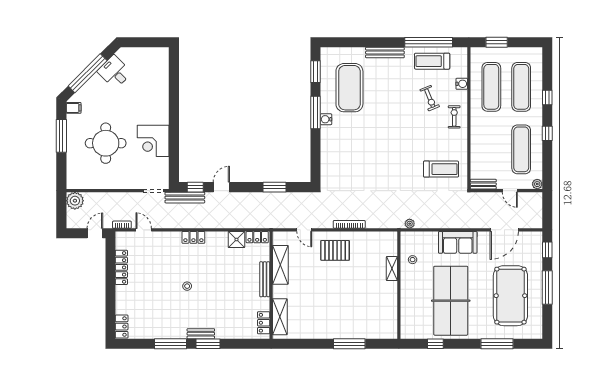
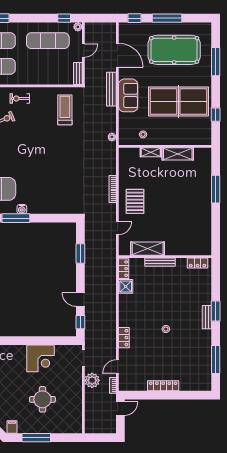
window: (547, 133) -> (64, 18), moved
round table: (106, 143) -> (42, 399), width x0.73, depth x0.73
bench: (185, 198) -> (111, 89), moved
plant: (75, 201) -> (92, 380), moved
door: (95, 233) -> (120, 409), swing flipped
locker: (193, 237) -> (124, 338), moved
locker: (121, 267) -> (163, 386), moved
shelving: (280, 317) -> (178, 154), moved
locker: (122, 327) -> (201, 386), removed
window: (171, 344) -> (216, 359), moved

